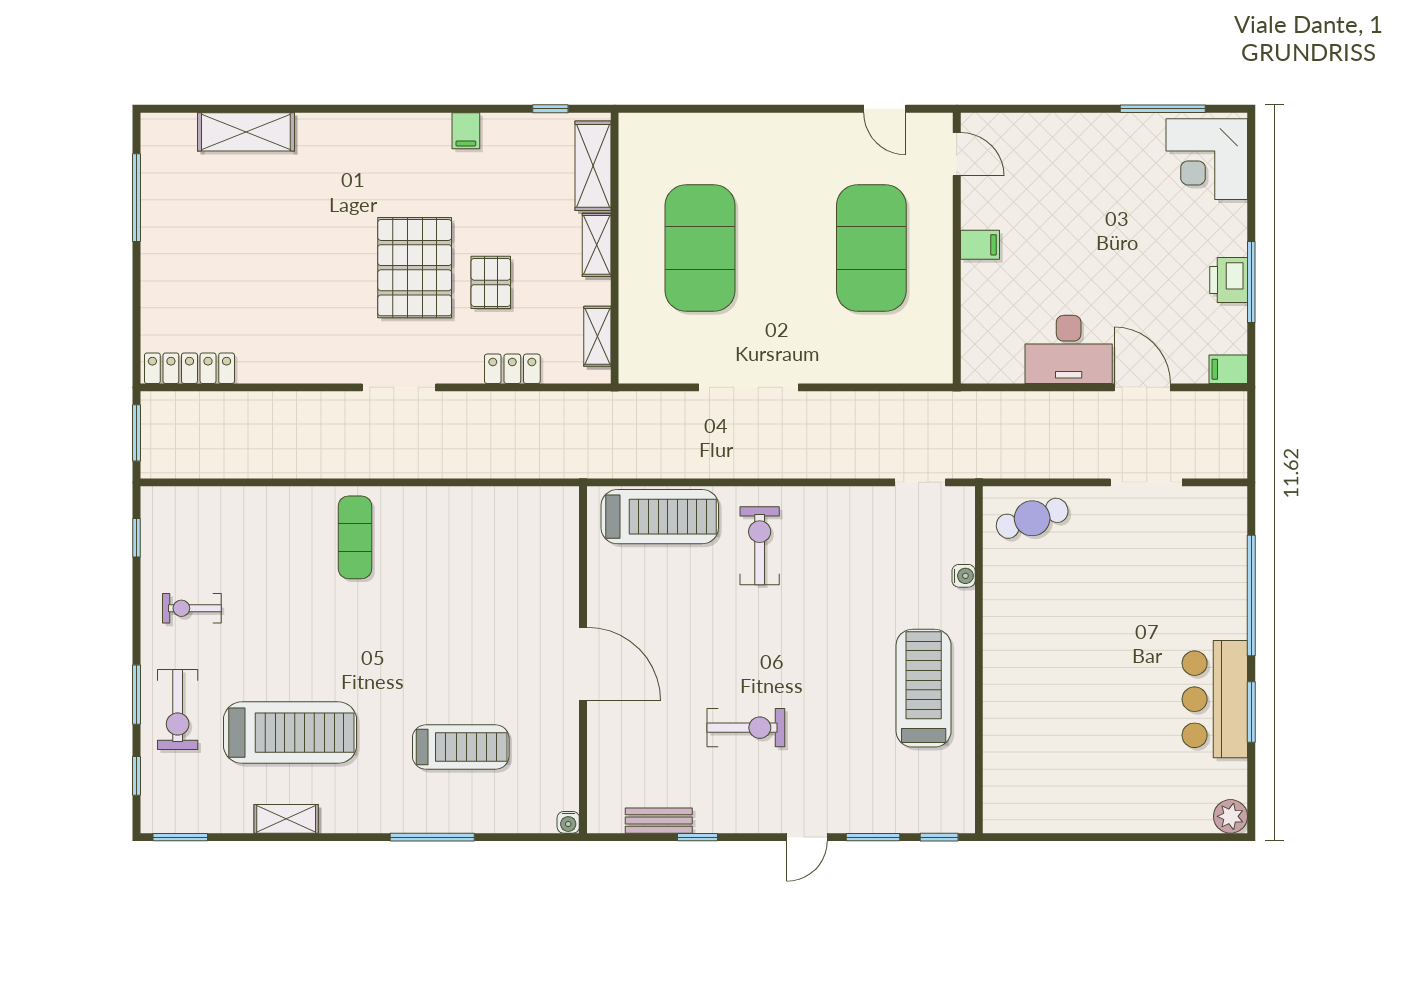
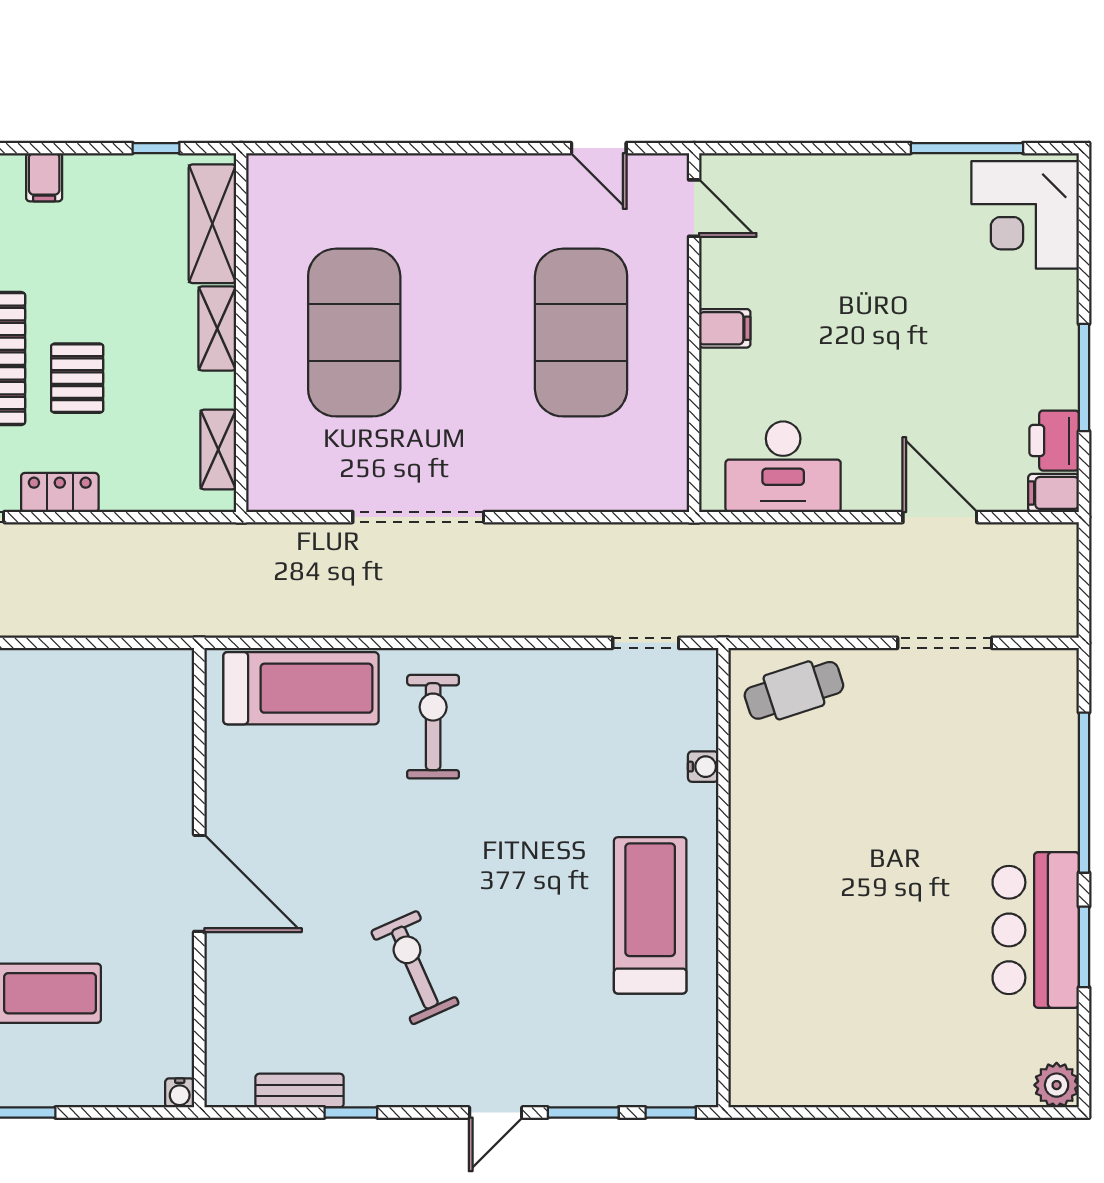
printer: (1229, 280) -> (1054, 441), moved
desk: (1069, 349) -> (783, 467), moved
locker: (512, 369) -> (60, 492), moved
exercise bike: (746, 728) -> (415, 968), turned -114

